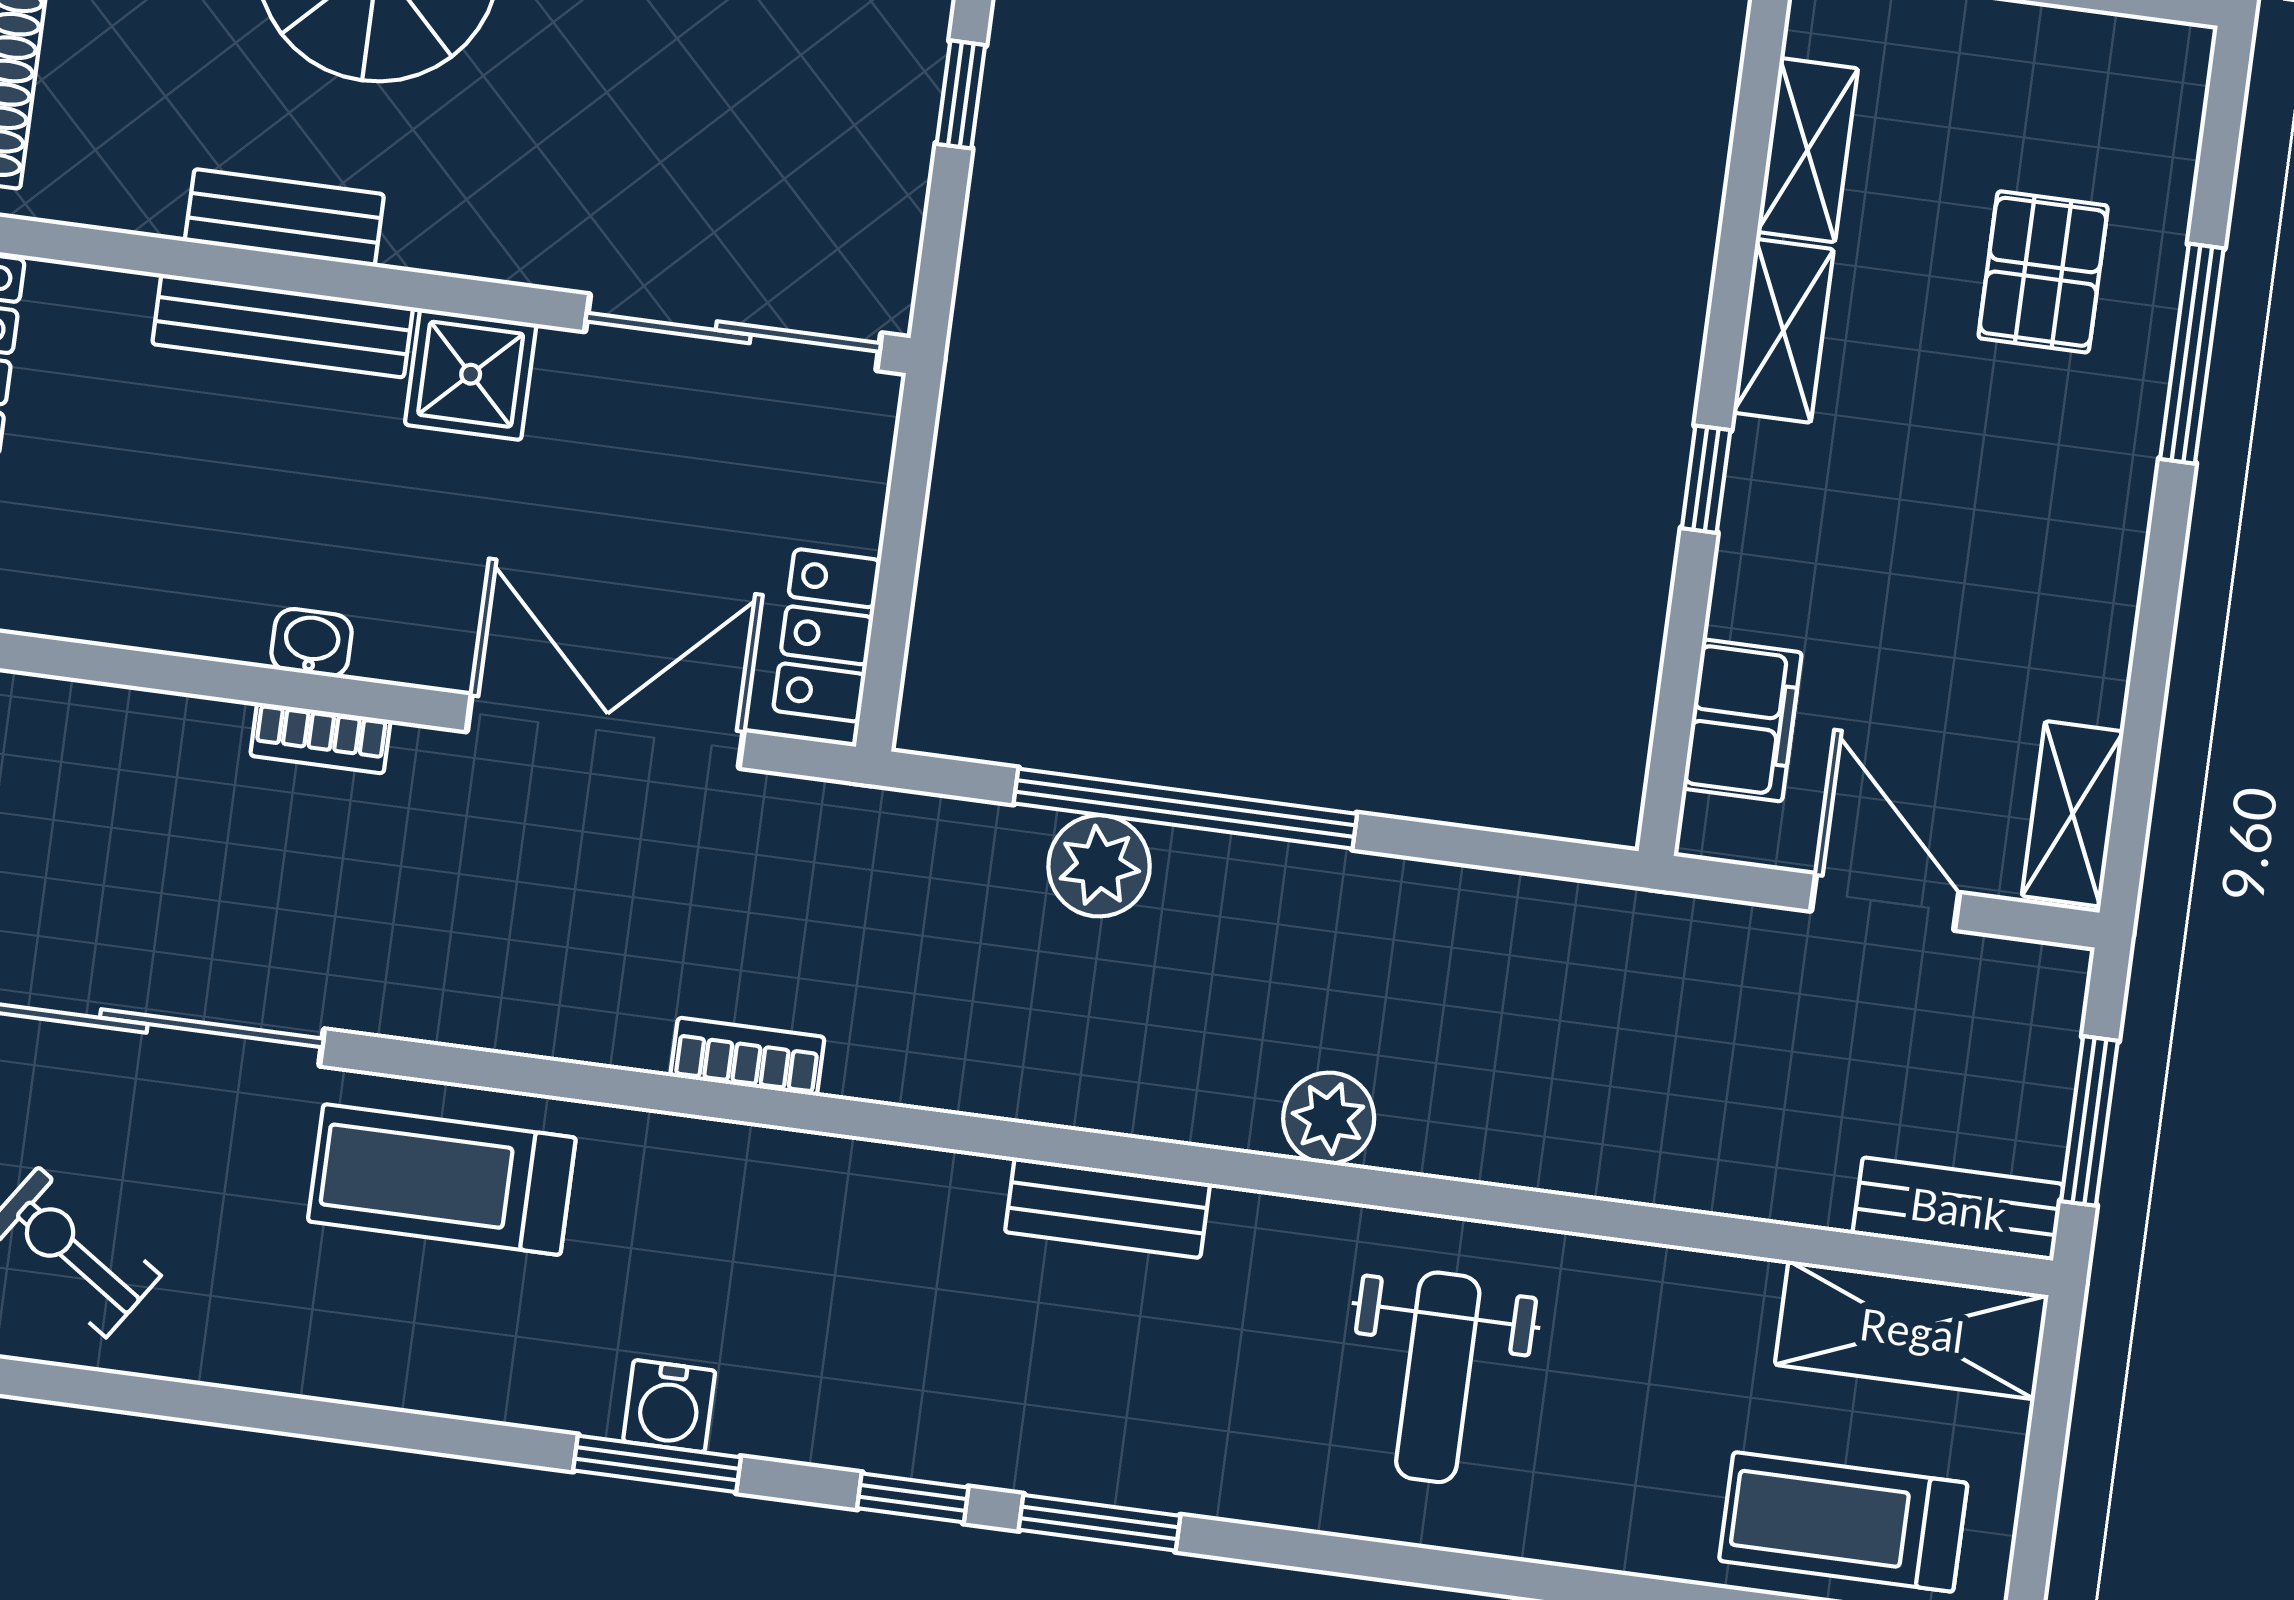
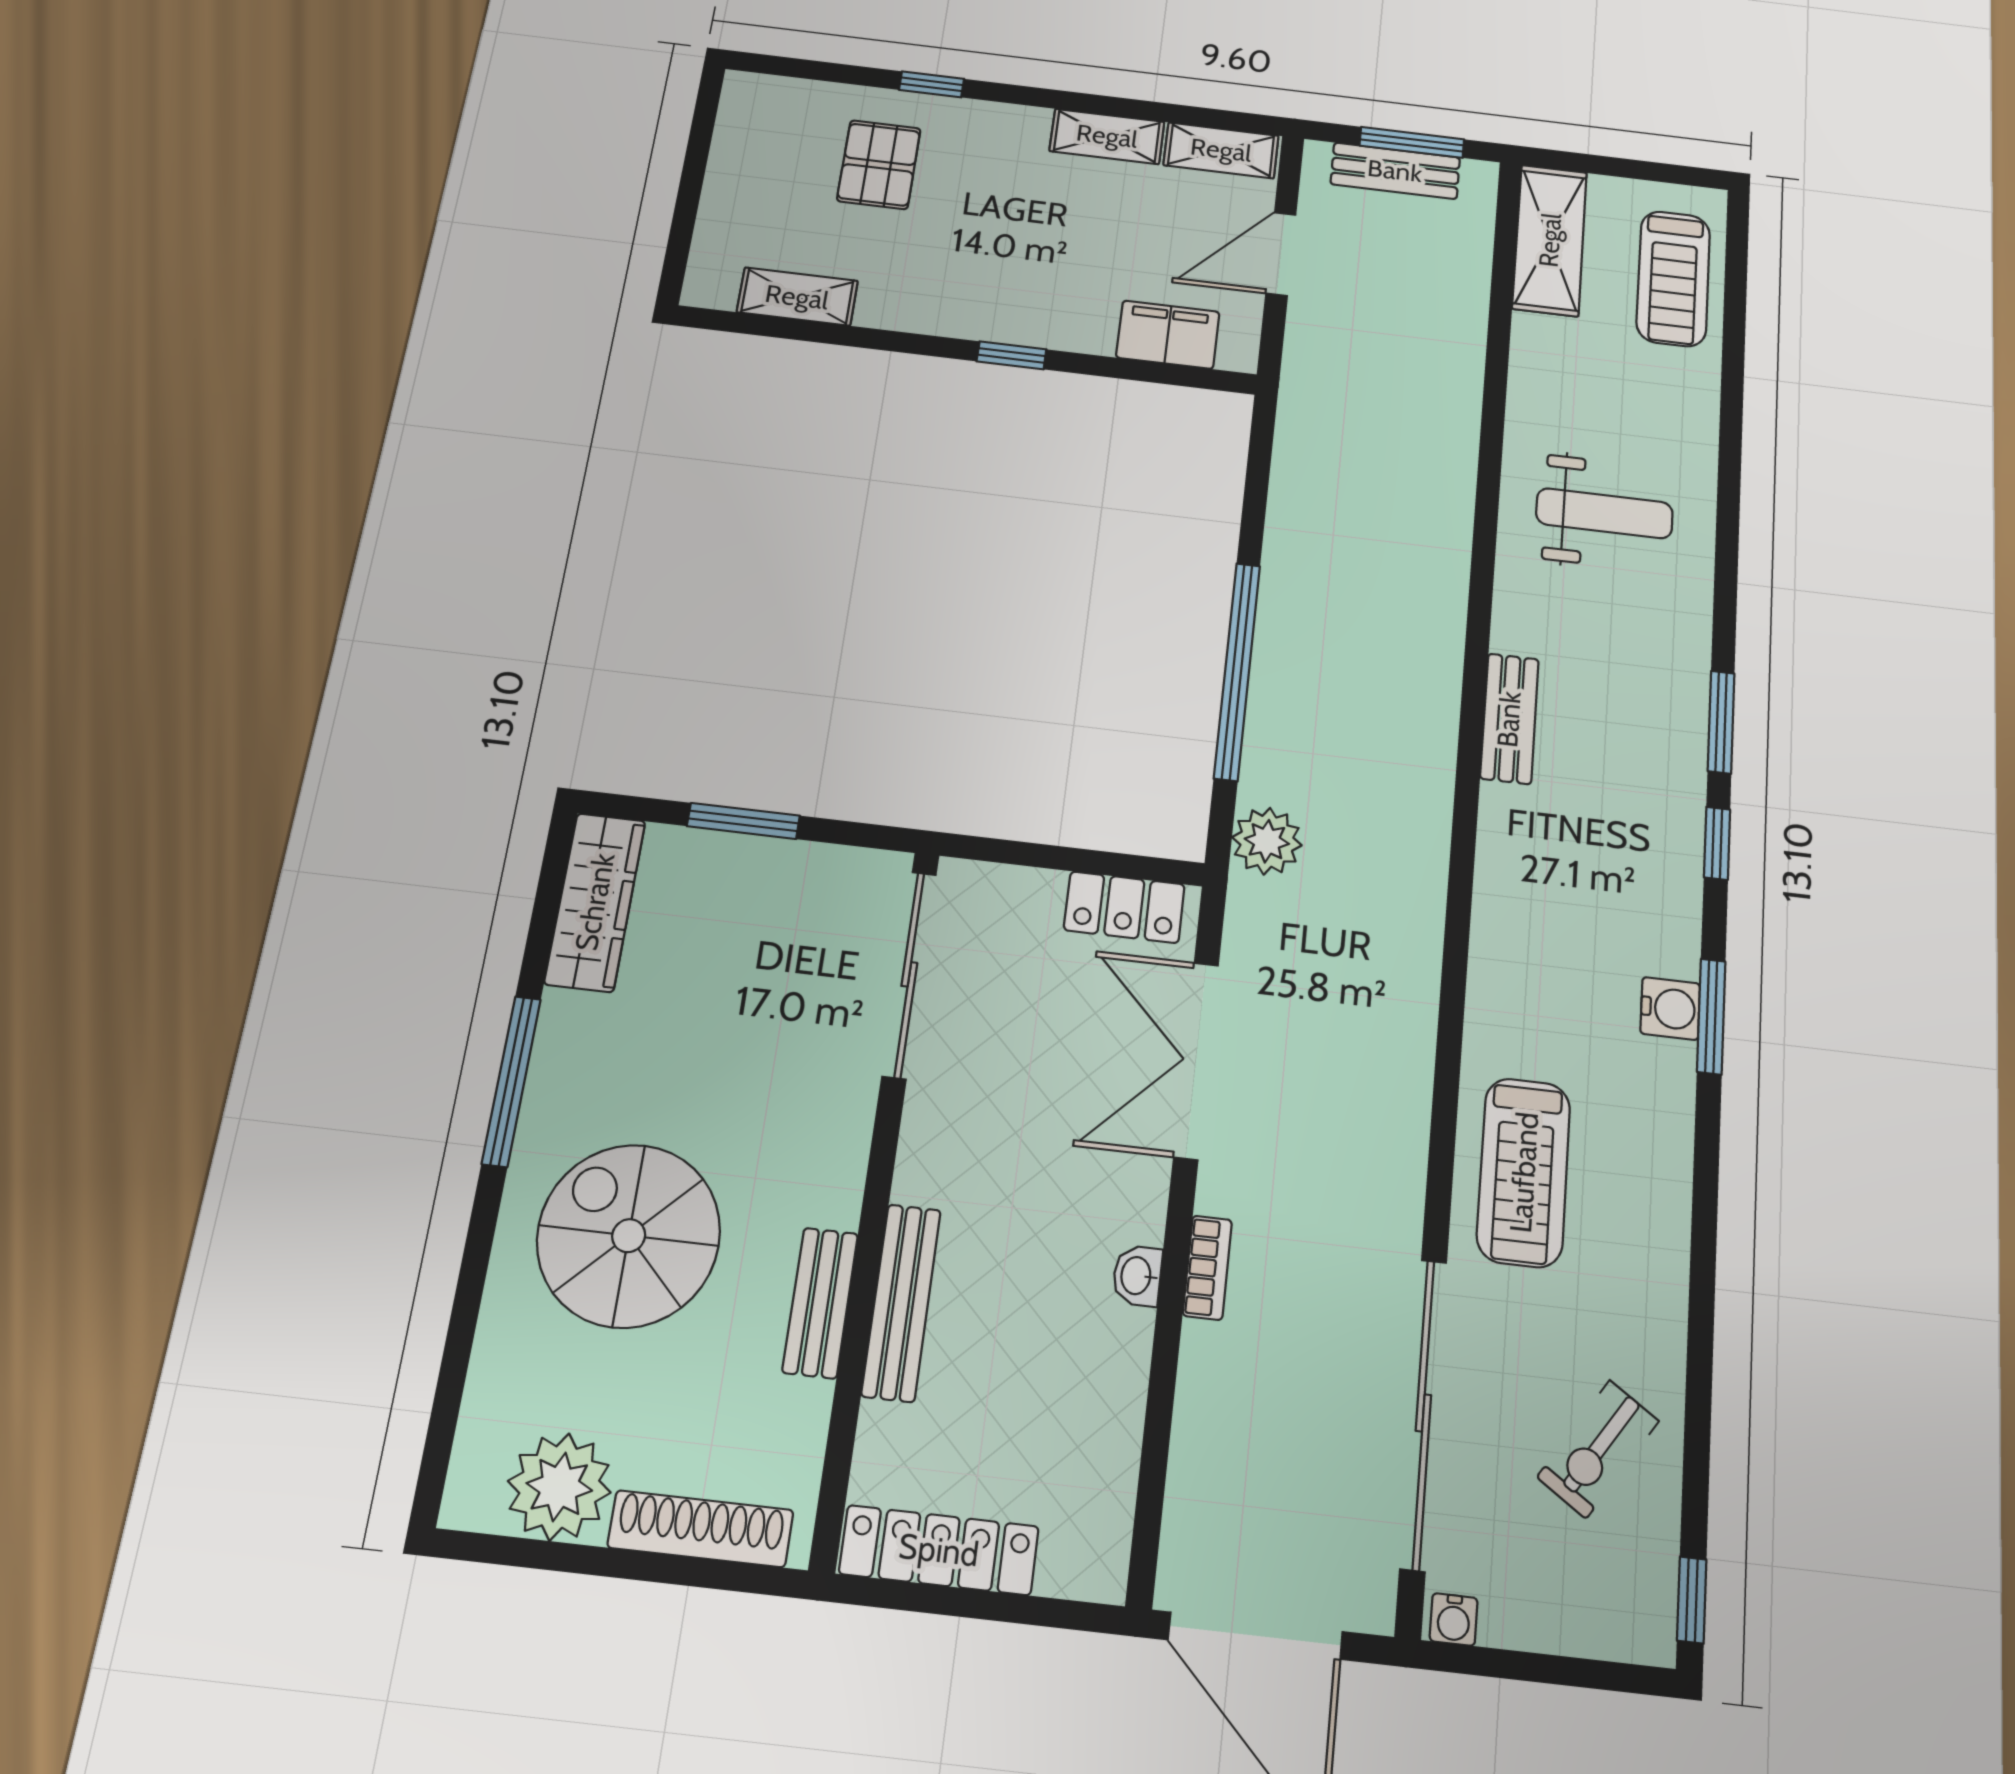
window: (961, 94) -> (743, 821), width x1.50
pallet: (2043, 272) -> (879, 165), turned 90
shelving: (1783, 331) -> (1107, 136), moved
window: (2192, 354) -> (932, 84), width x0.46
shower: (471, 374) -> (938, 1161), removed
plant: (1099, 866) -> (1267, 841), moved
bookcase: (747, 1057) -> (1422, 958), removed
plant: (1329, 1118) -> (1440, 580), removed
bench: (1958, 1209) -> (1395, 171), moved, turned 90

